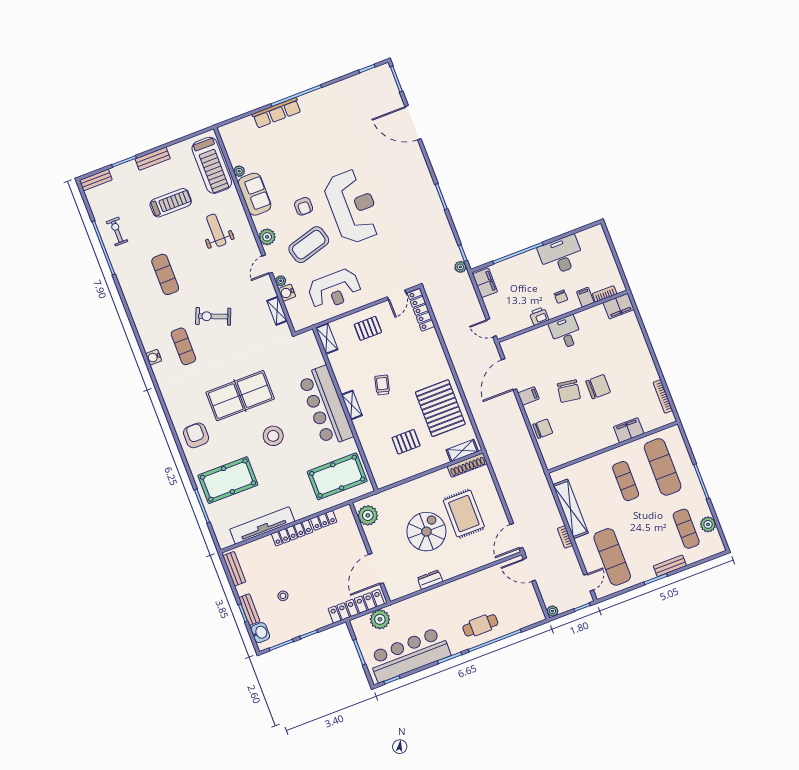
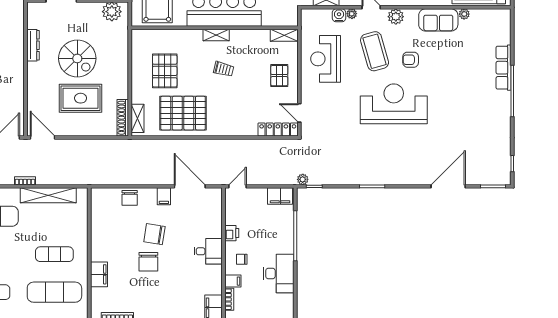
reception desk: (353, 206) -> (394, 104), turned 180
pallet: (406, 442) -> (165, 71), width x1.50, depth x1.42
dresser: (430, 580) -> (33, 45), width x1.44

